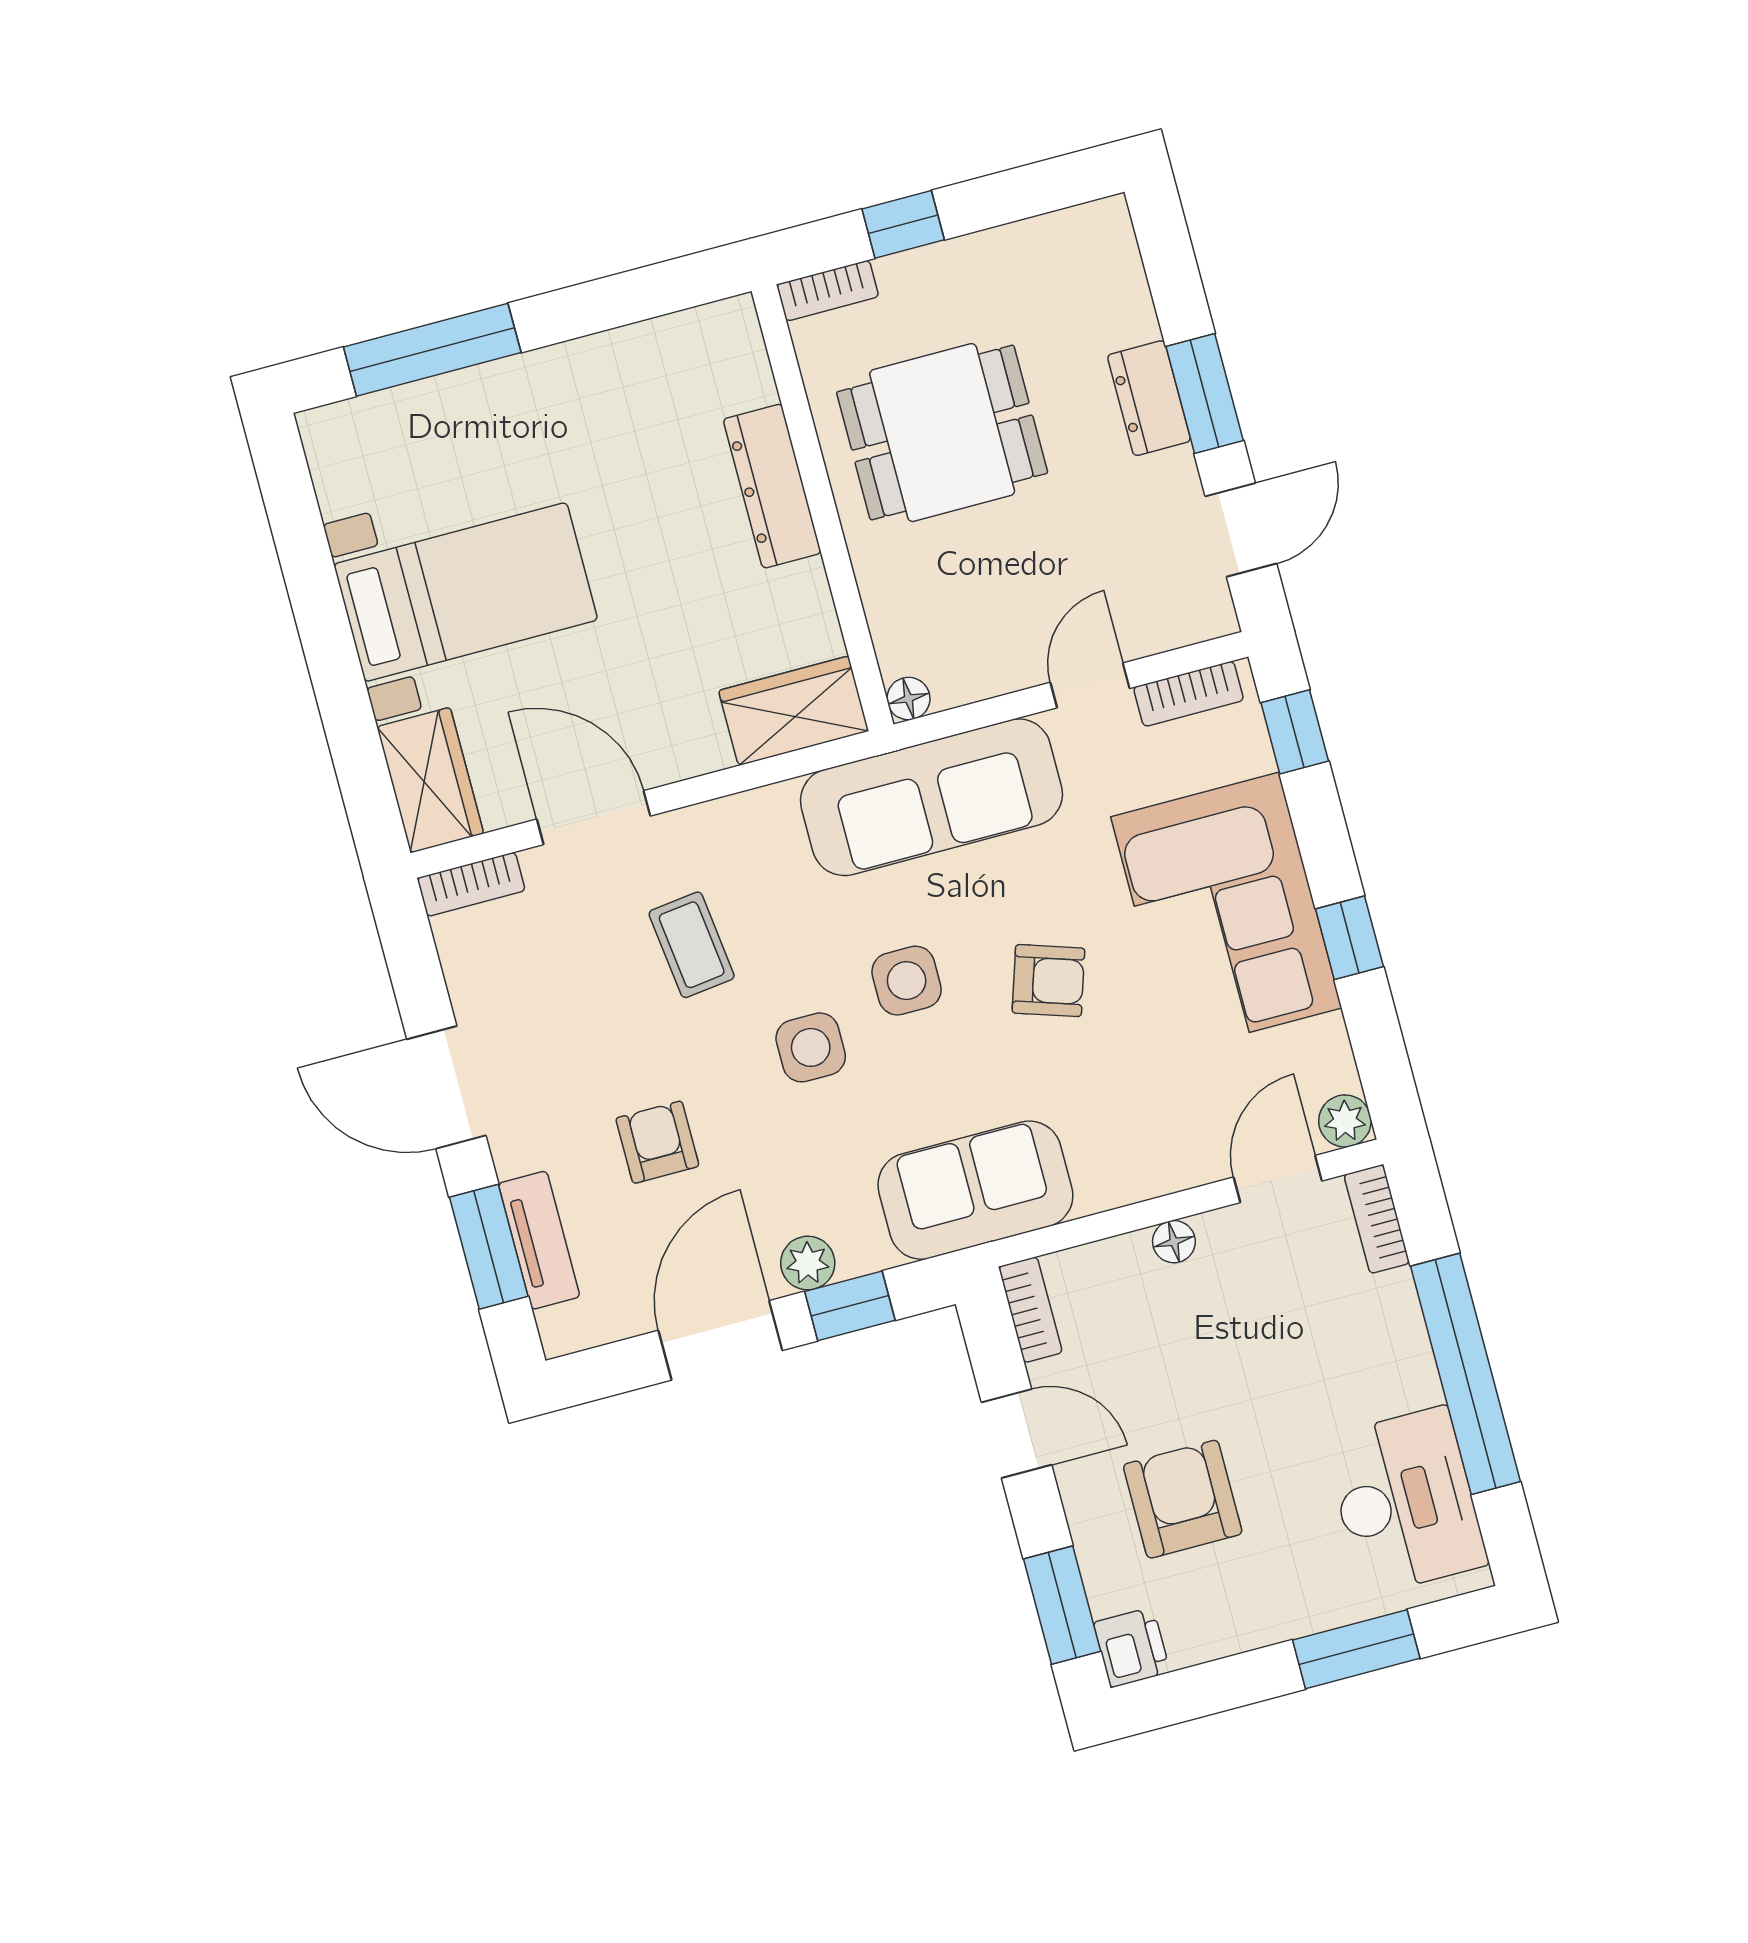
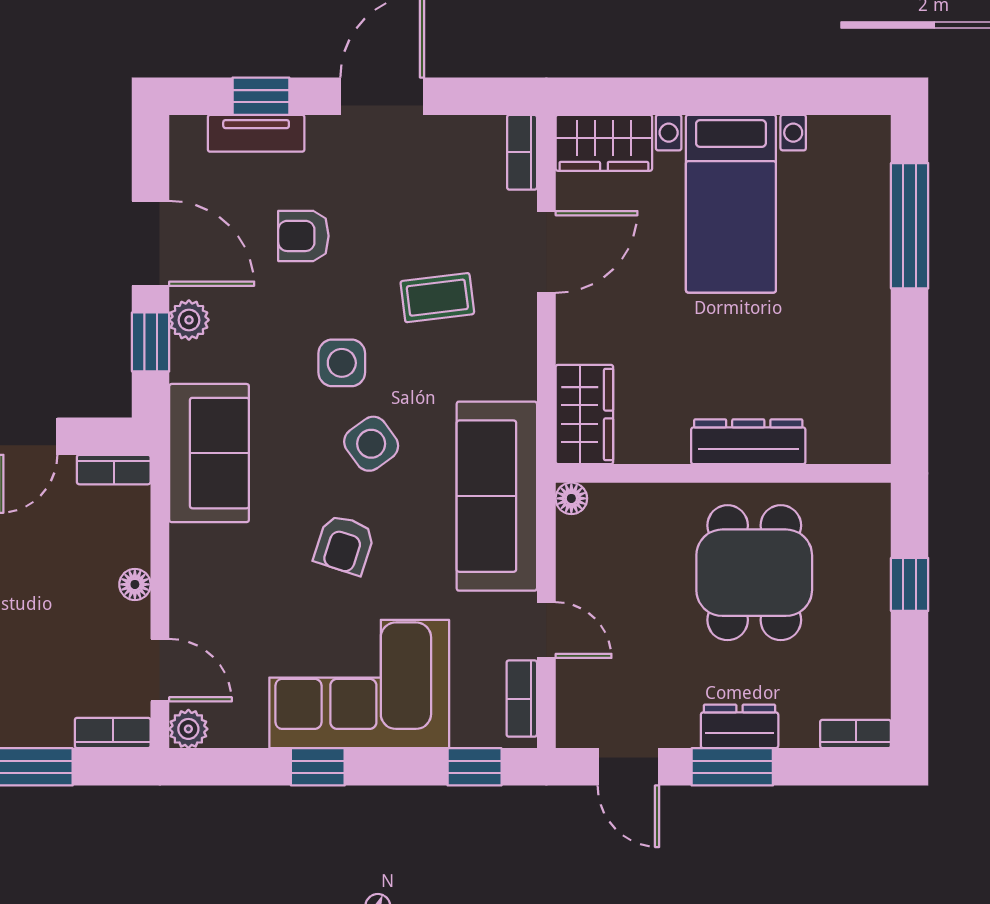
bookcase: (828, 291) -> (856, 734), moved, turned 90
side table: (907, 981) -> (371, 444), turned -36
armchair: (657, 1142) -> (303, 236), turned 180
window: (489, 1247) -> (261, 96), width x0.67

